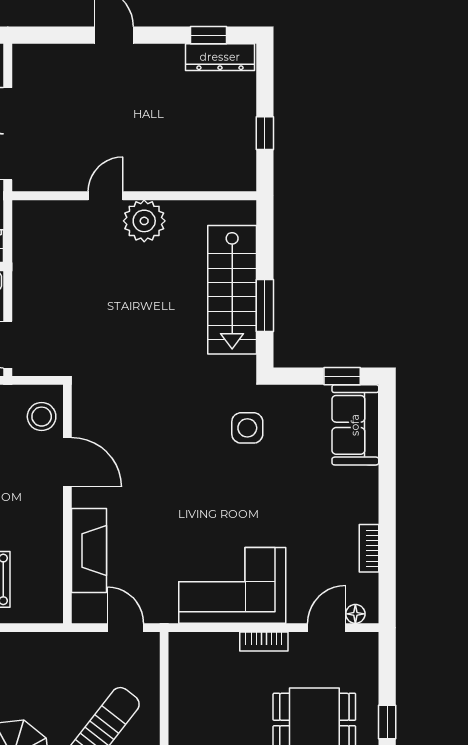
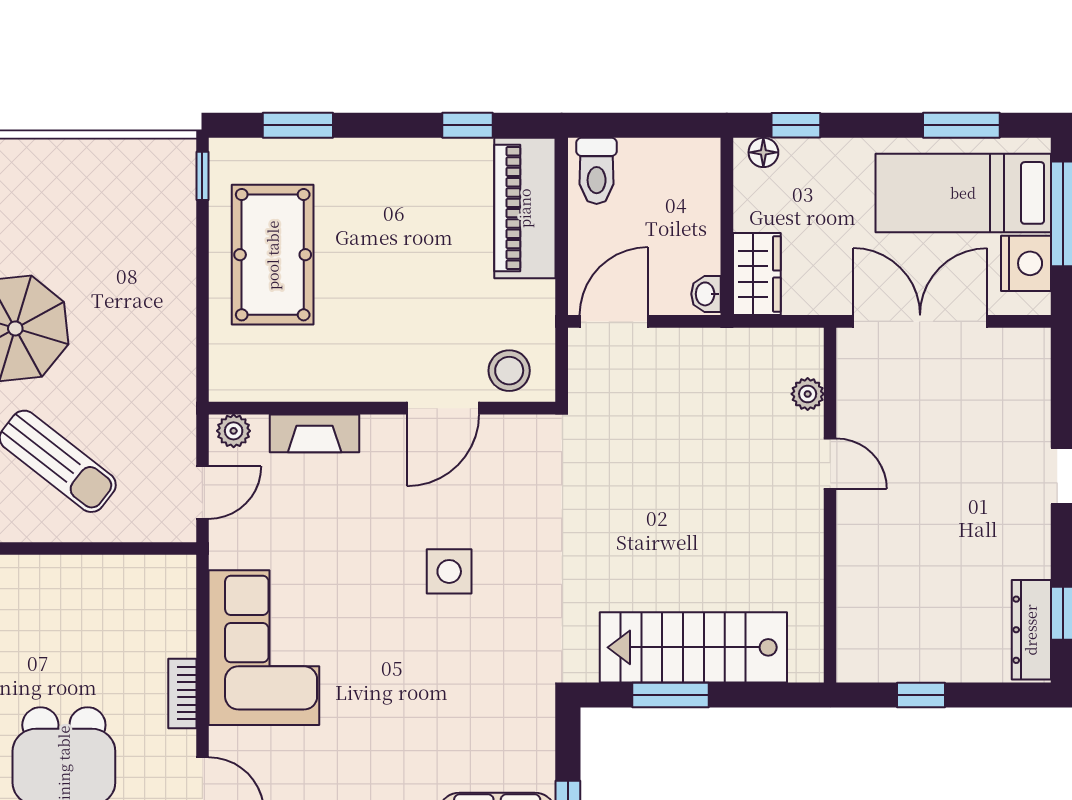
plant: (144, 221) -> (808, 394), moved, width x0.53, depth x0.53
side table: (247, 428) -> (449, 571), moved
fireplace: (89, 550) -> (315, 433), width x0.73, depth x0.76
plant: (83, 606) -> (234, 431), added

